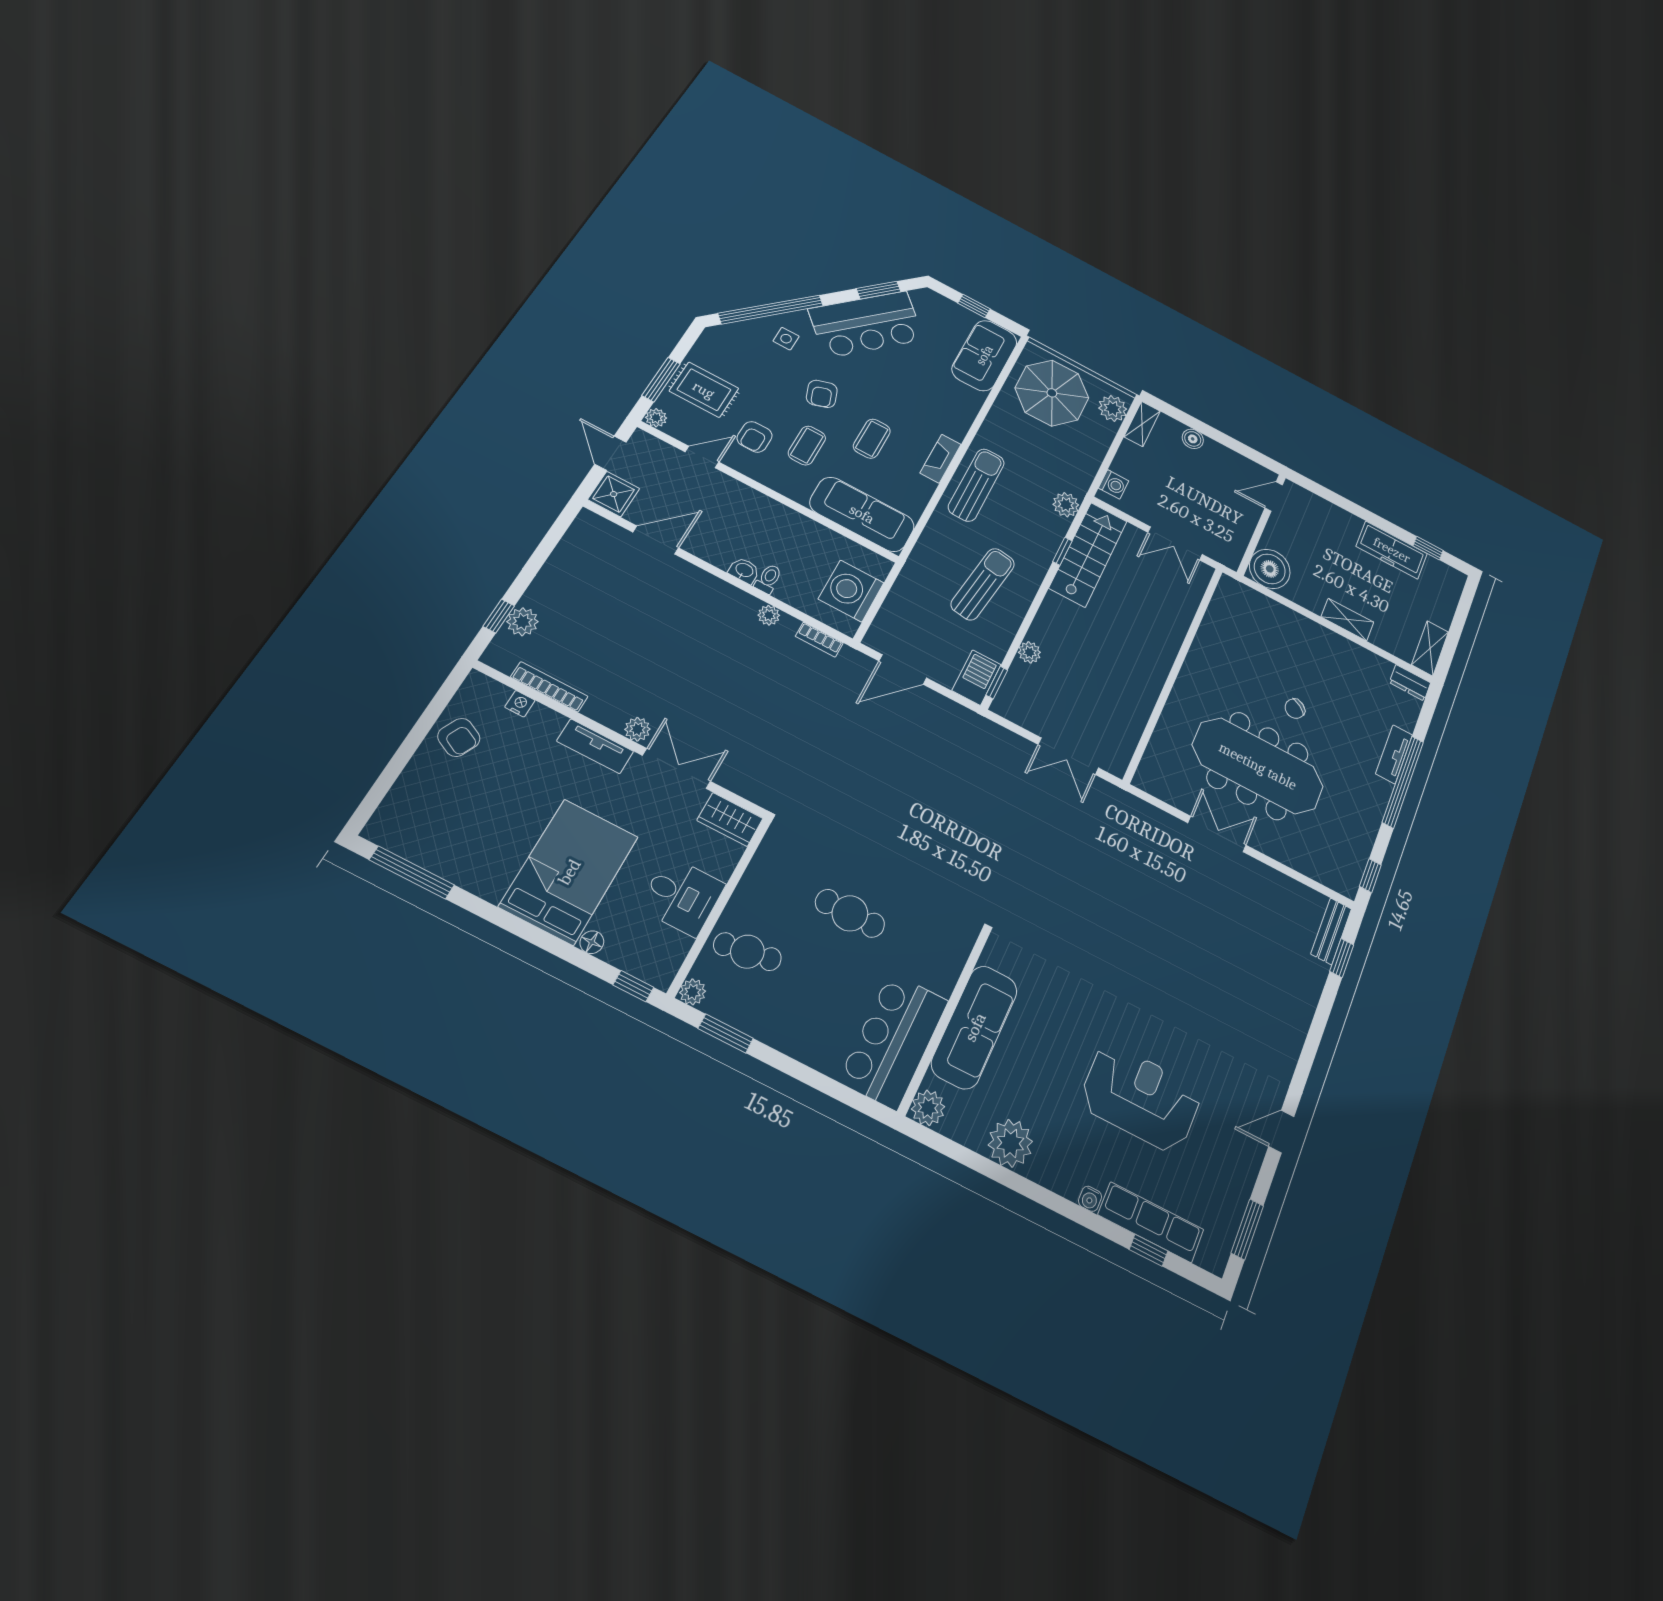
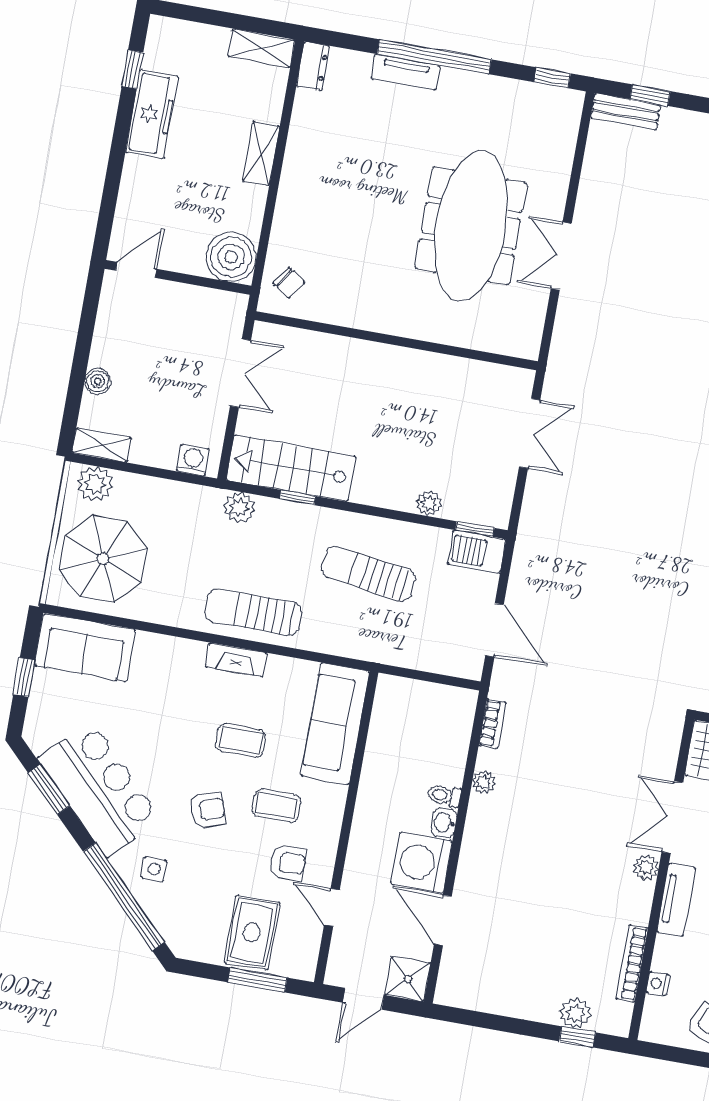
plant: (656, 418) -> (305, 969), removed
door: (1274, 496) -> (136, 270), swing flipped
washing machine: (851, 591) -> (422, 863), moved, turned 90
chair: (1295, 709) -> (289, 283), moved

